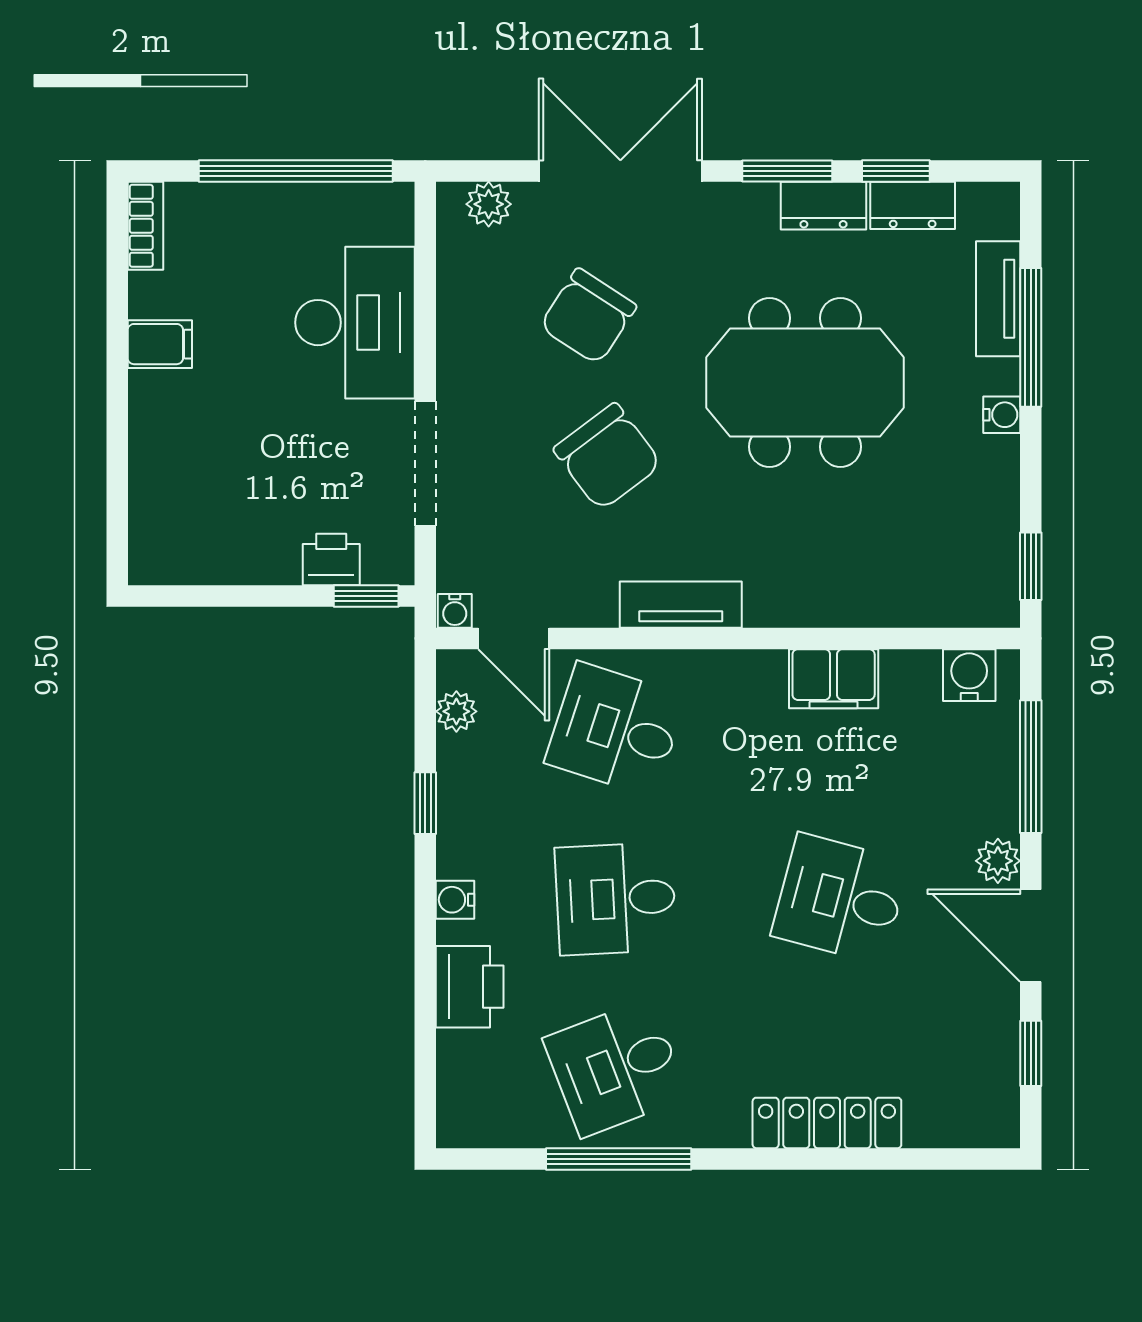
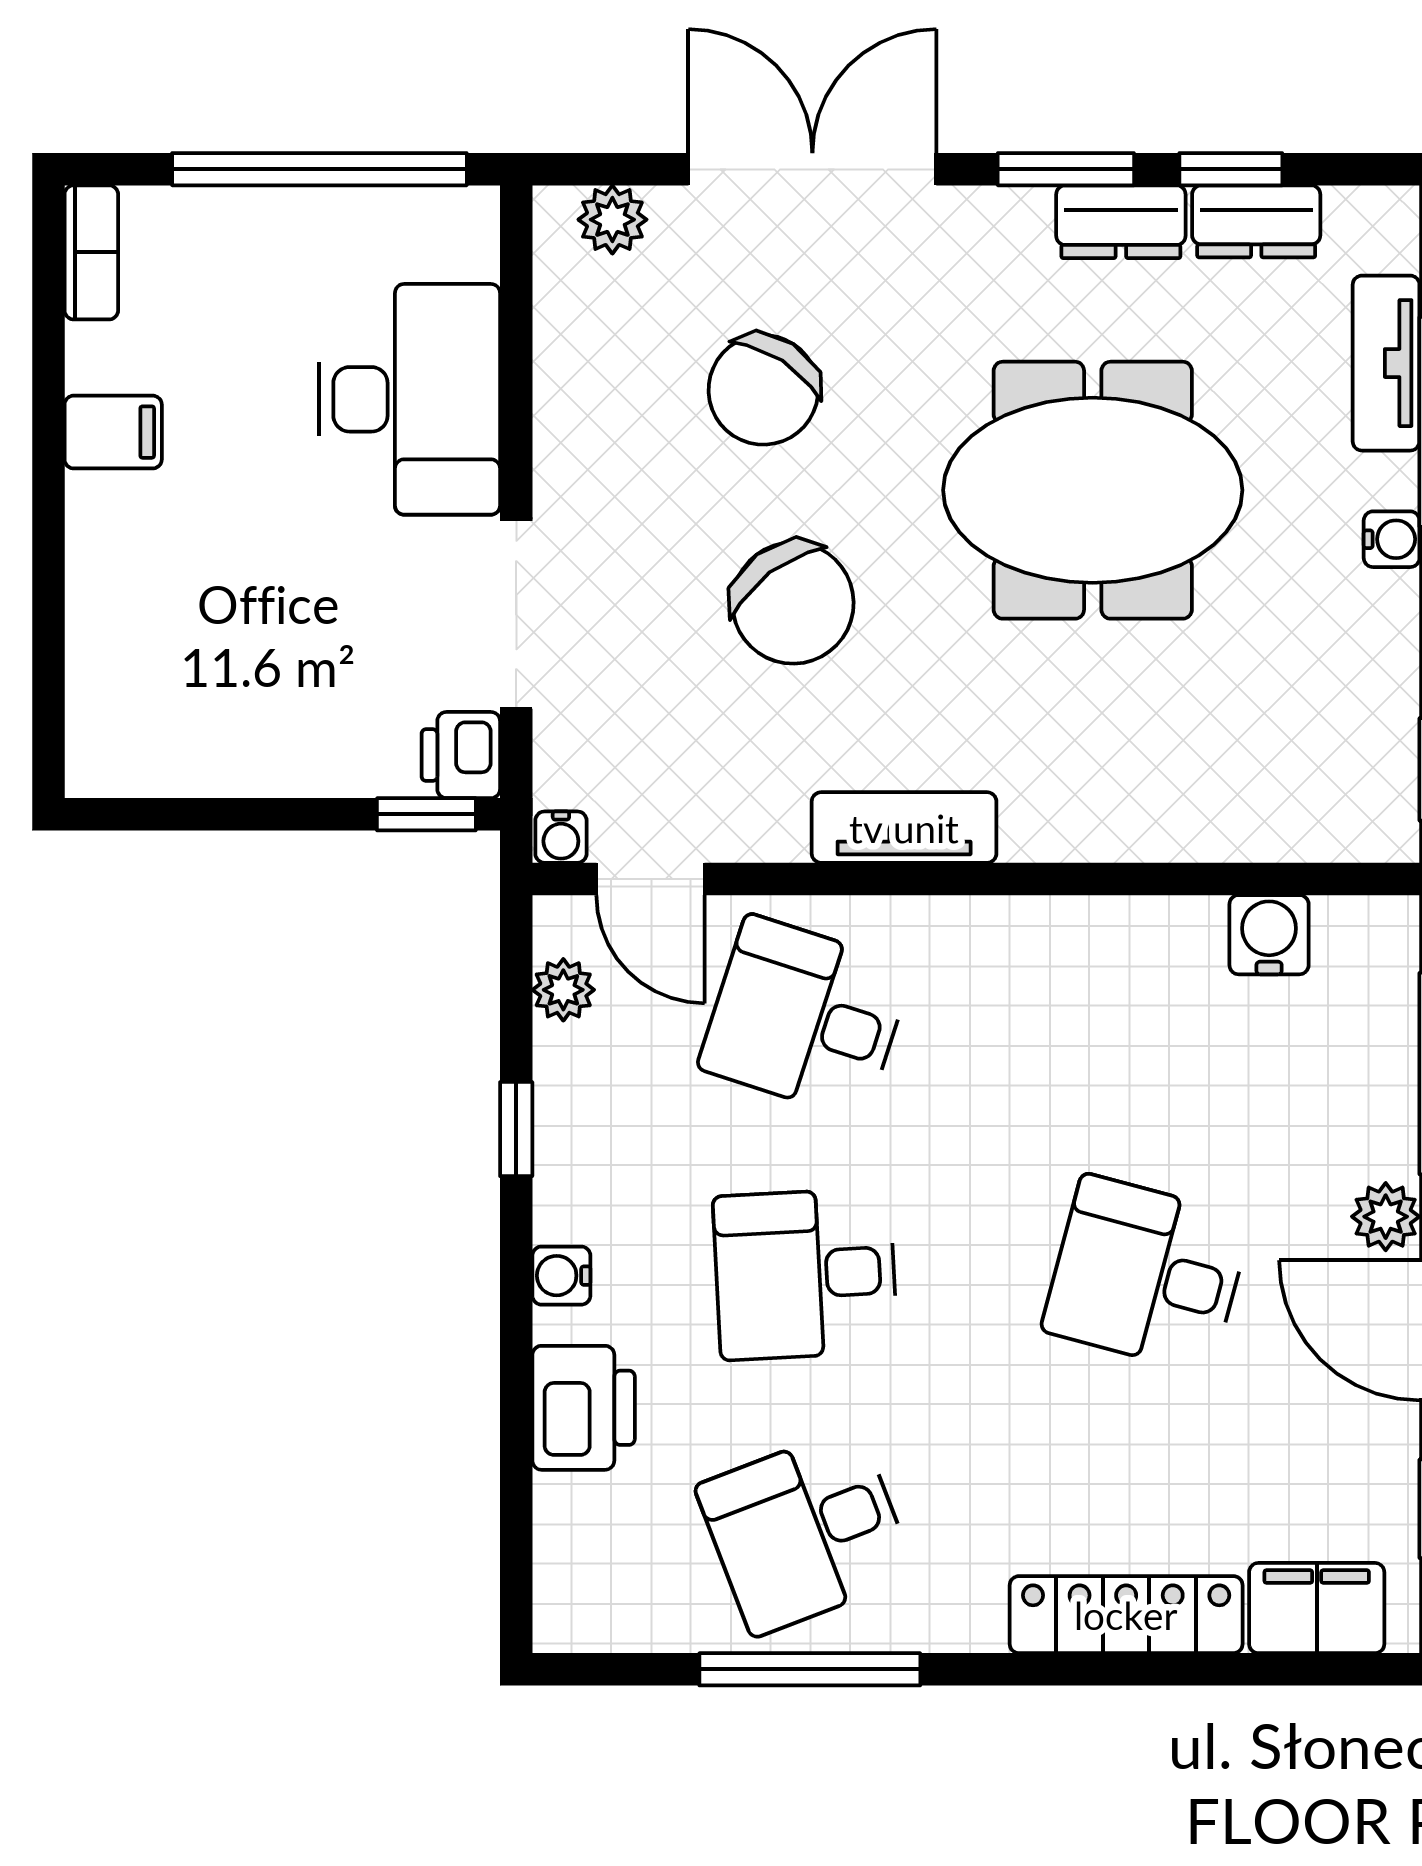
printer: (331, 559) -> (461, 755), moved, turned -90
water cooler: (969, 675) -> (1269, 935), moved
filing cabinet: (834, 679) -> (1317, 1608), moved, turned 180

